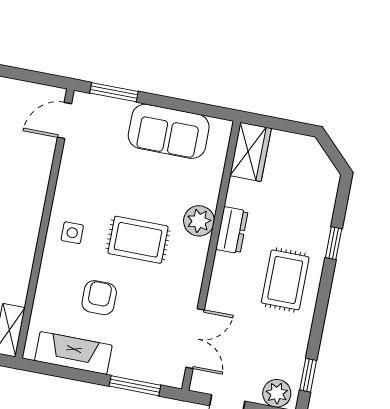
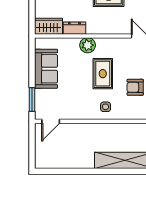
door: (64, 120) -> (51, 121), hinge flipped
dresser: (232, 230) -> (74, 28), moved

